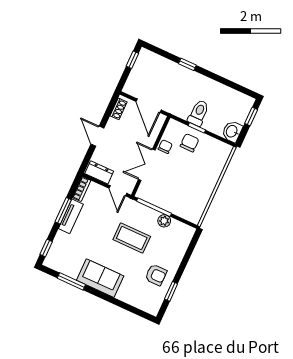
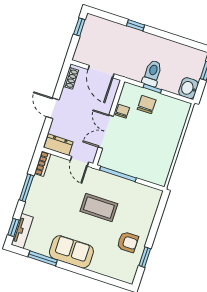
tv unit: (71, 216) -> (22, 231), moved
plant: (164, 221) -> (130, 186), removed

